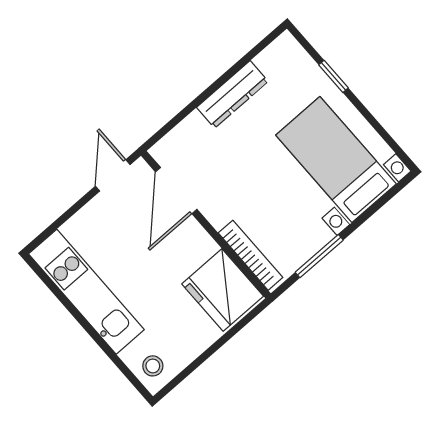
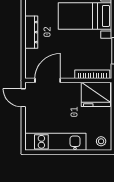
door: (176, 191) -> (48, 80), swing flipped

